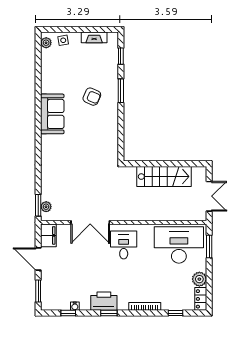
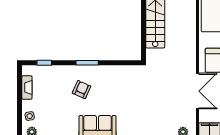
window: (121, 91) -> (87, 63), moved

